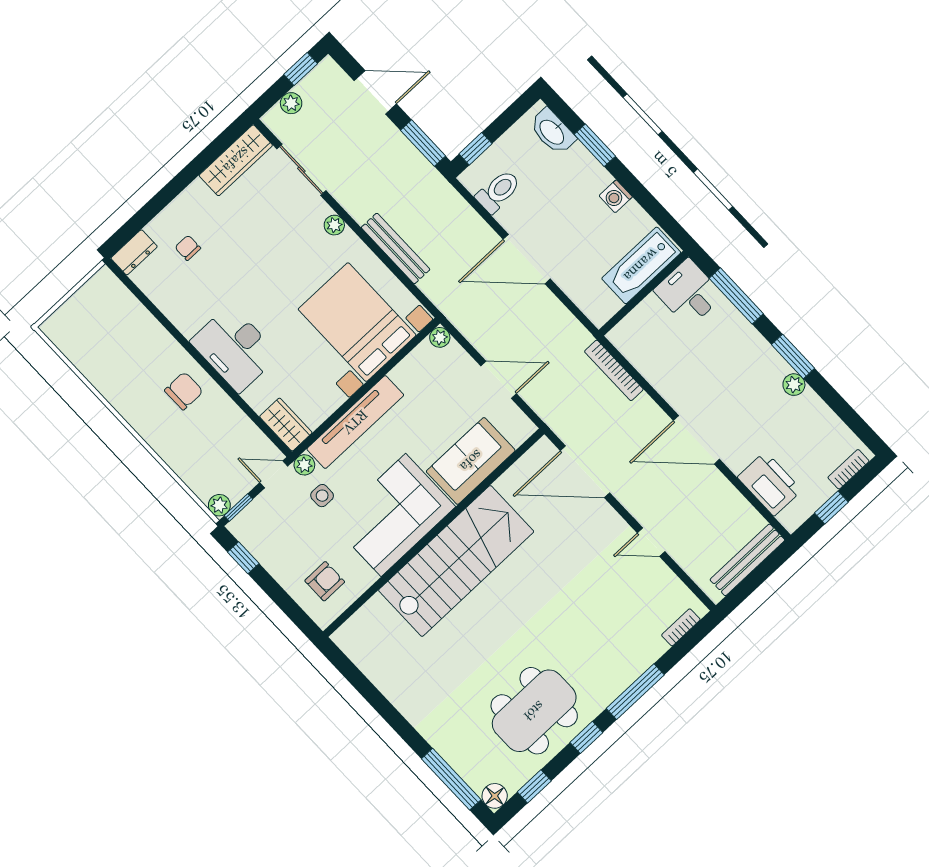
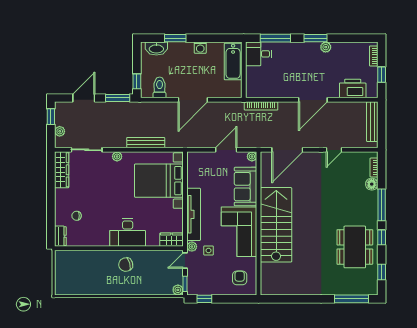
plant: (440, 337) -> (252, 156), moved
chair: (184, 391) -> (126, 265), turned -105
floor lamp: (495, 796) -> (372, 184), moved

